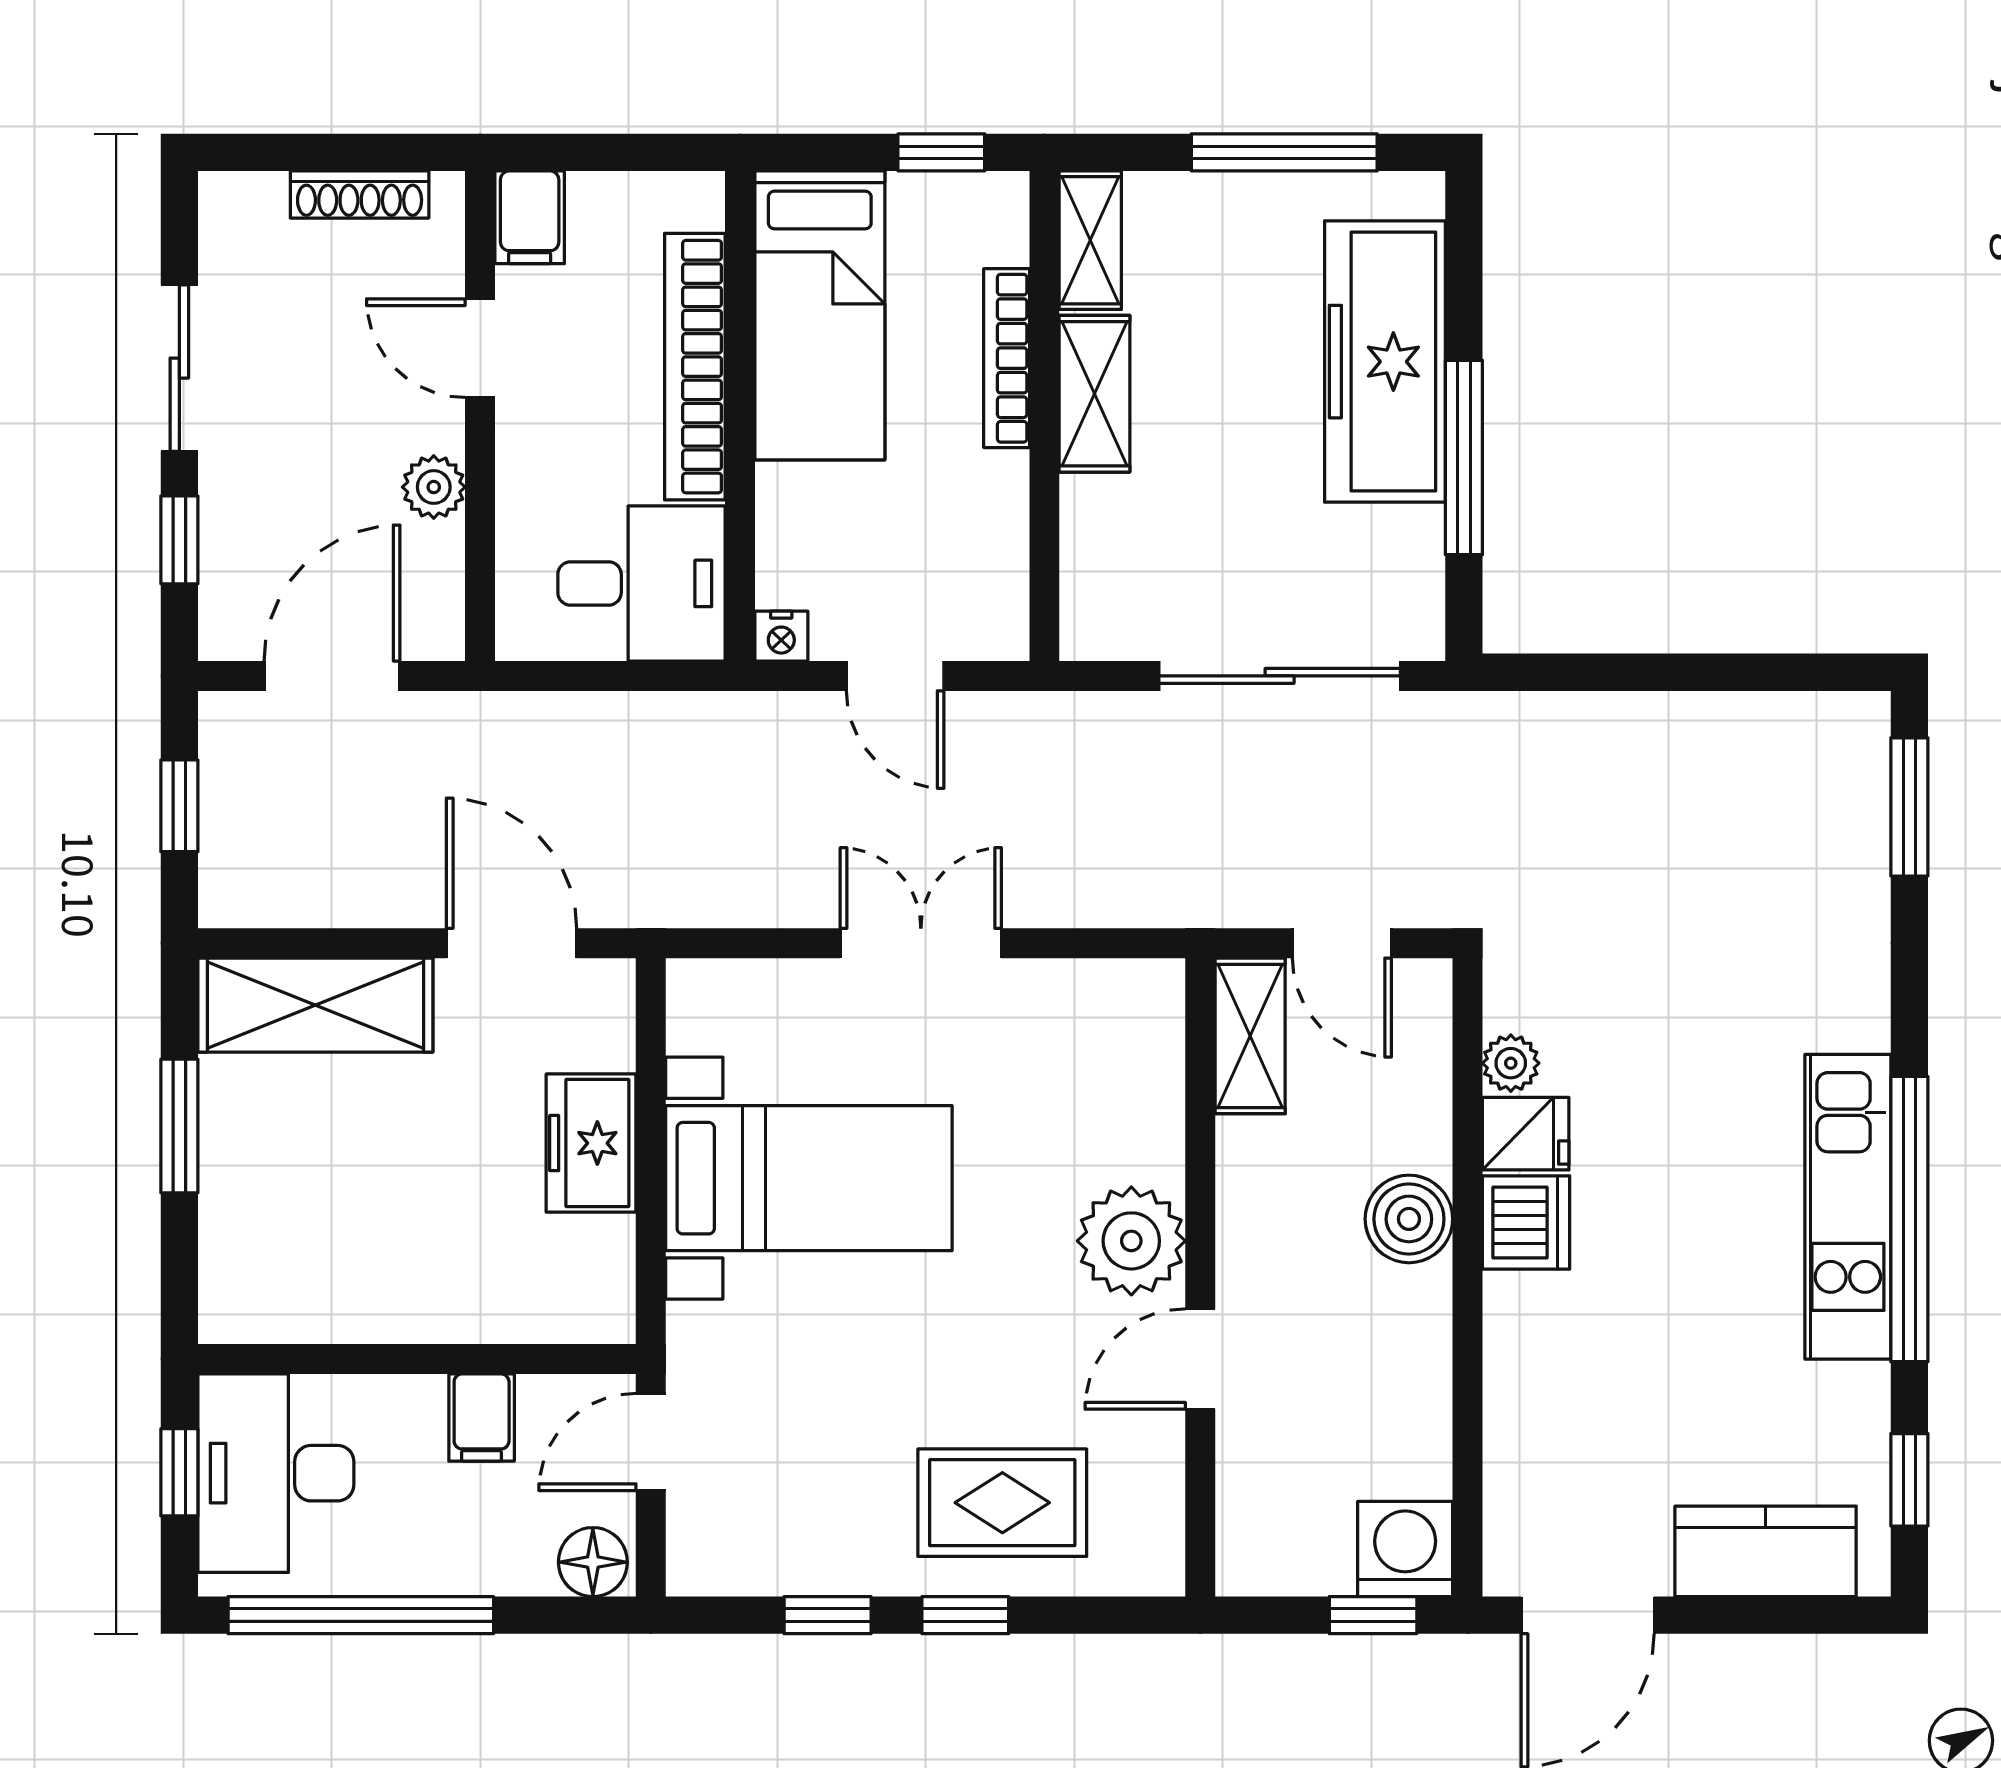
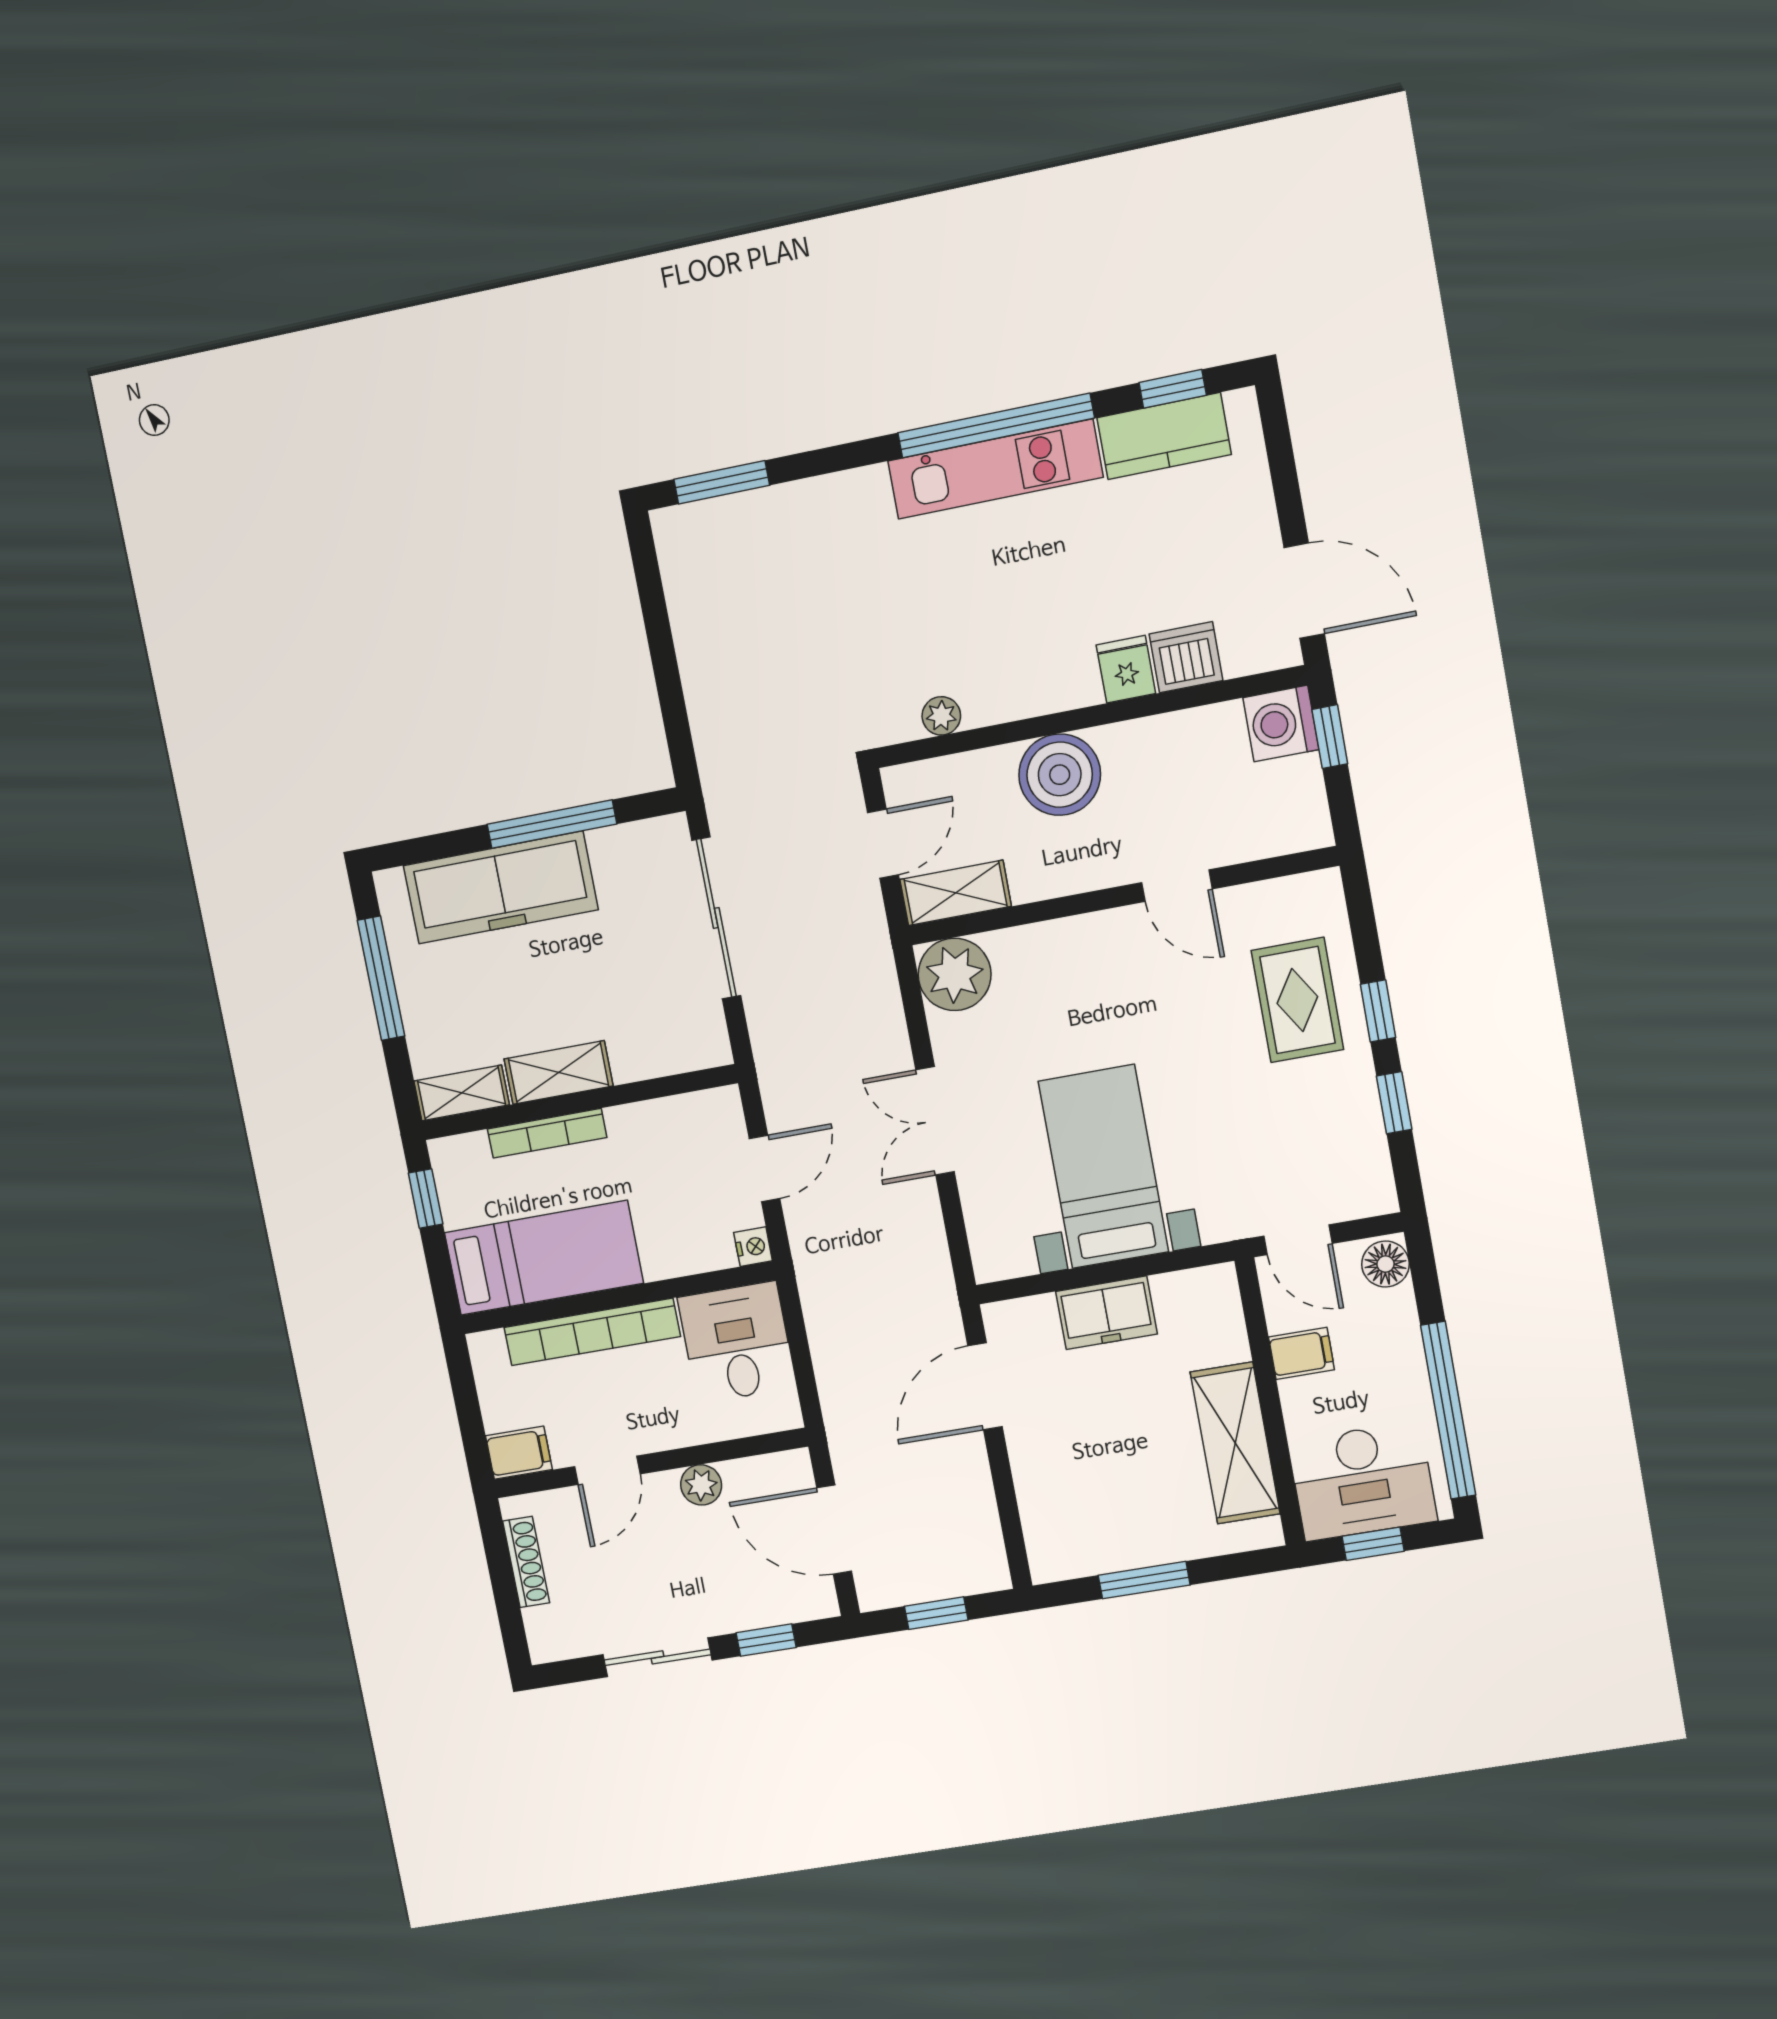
shelving: (315, 1005) -> (1235, 1443), moved
fridge: (1526, 1134) -> (1126, 669), moved
boiler: (1409, 1219) -> (1060, 775), width x1.37, depth x1.37
dishwasher: (1526, 1223) -> (1186, 657), moved
plant: (1131, 1241) -> (955, 974), moved
kitchen counter: (1766, 1551) -> (1164, 436), moved, turned -90

